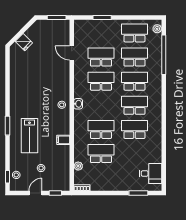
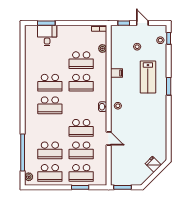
door: (72, 53) -> (109, 139), moved
school desk: (134, 81) -> (81, 173), moved
lab bench: (29, 136) -> (148, 77), turned 180
desk: (151, 174) -> (47, 35), moved, turned 90
door: (35, 193) -> (142, 23), swing flipped

